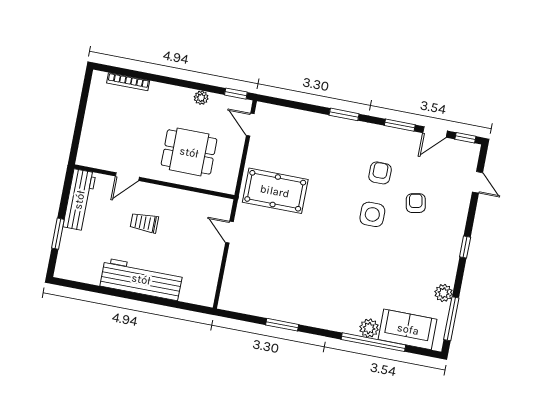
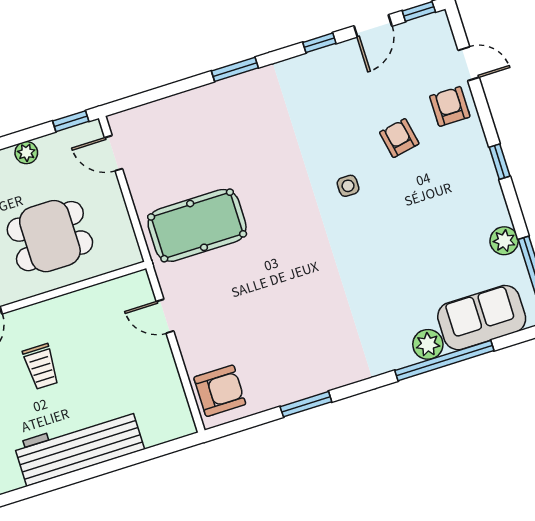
window: (400, 125) -> (319, 43), width x0.67
armchair: (380, 173) -> (450, 106), moved
side table: (372, 214) -> (348, 186), width x0.54, depth x0.54
trolley: (144, 223) -> (41, 367), turned -90
armchair: (238, 291) -> (220, 391), added

